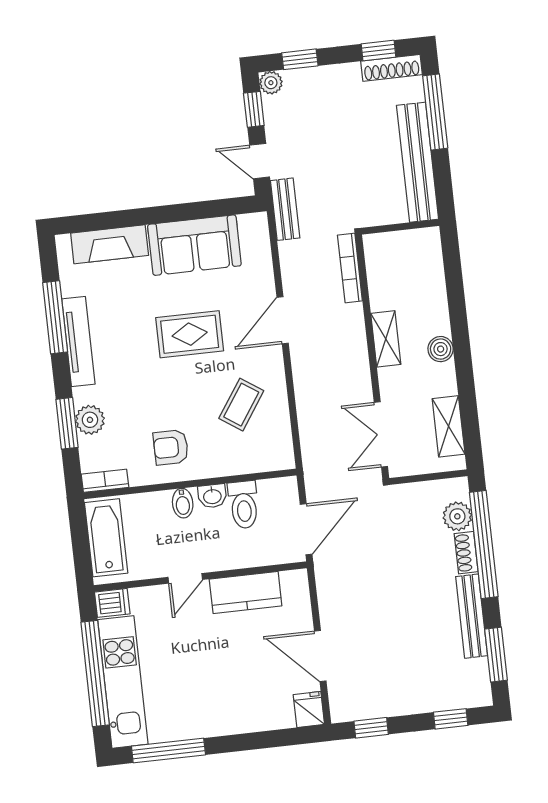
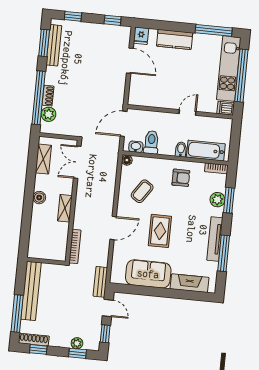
plant: (271, 83) -> (77, 343), moved
rug: (190, 334) -> (160, 231), turned 90
double door: (381, 434) -> (77, 162), swing flipped
floor lamp: (284, 459) -> (127, 160), added
washbasin: (212, 496) -> (136, 147), moved
bathtub: (106, 538) -> (206, 151), moved, turned 90
kitchen counter: (246, 592) -> (175, 39), moved, turned 180
bench: (472, 616) -> (54, 45), moved

